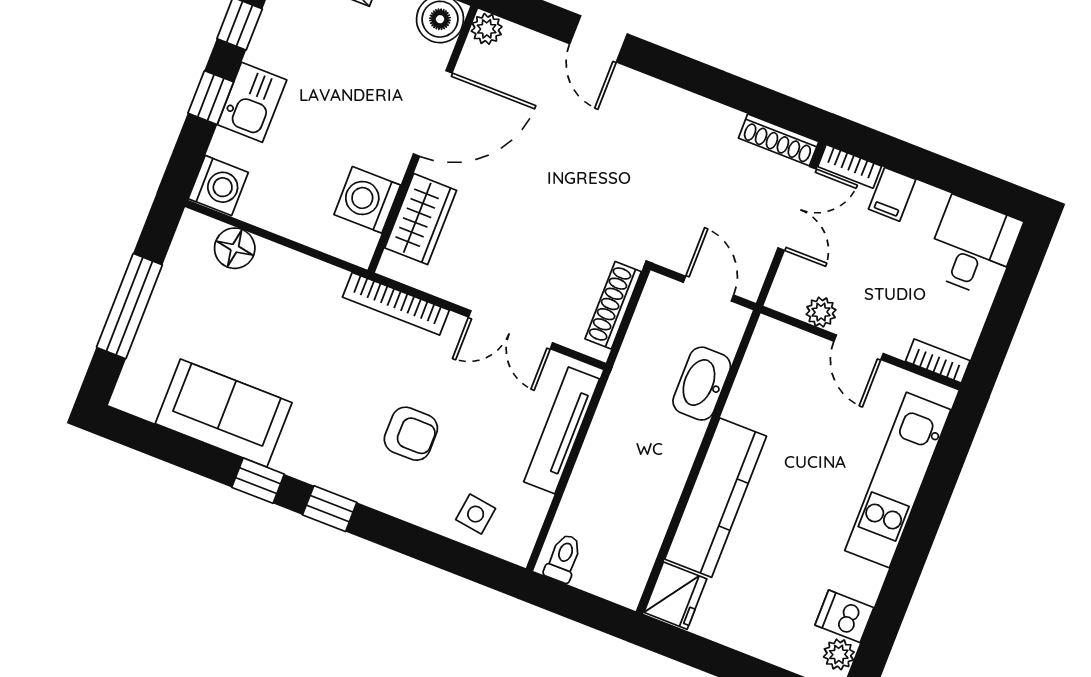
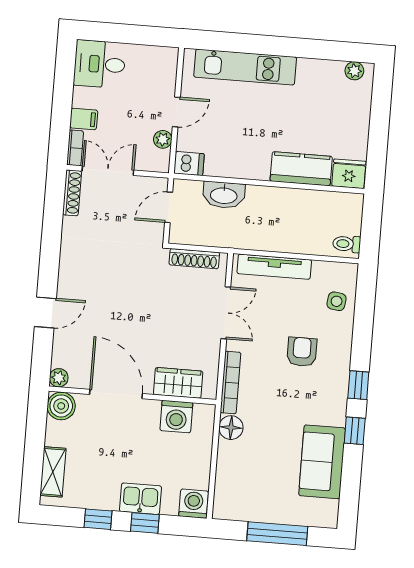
floor lamp: (235, 248) -> (231, 428), moved
bookcase: (938, 361) -> (171, 65), removed
kitchen counter: (716, 498) -> (301, 169), width x0.67
dishwasher: (844, 616) -> (189, 164), moved, turned -90

